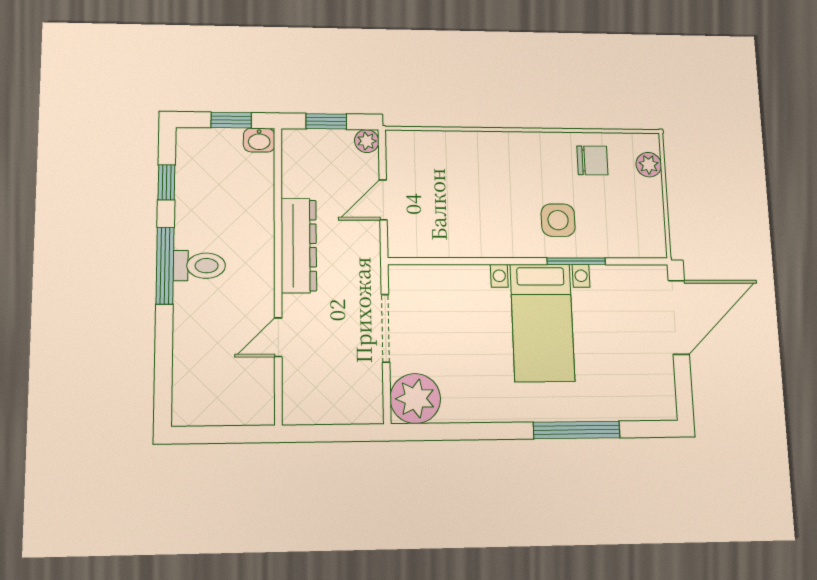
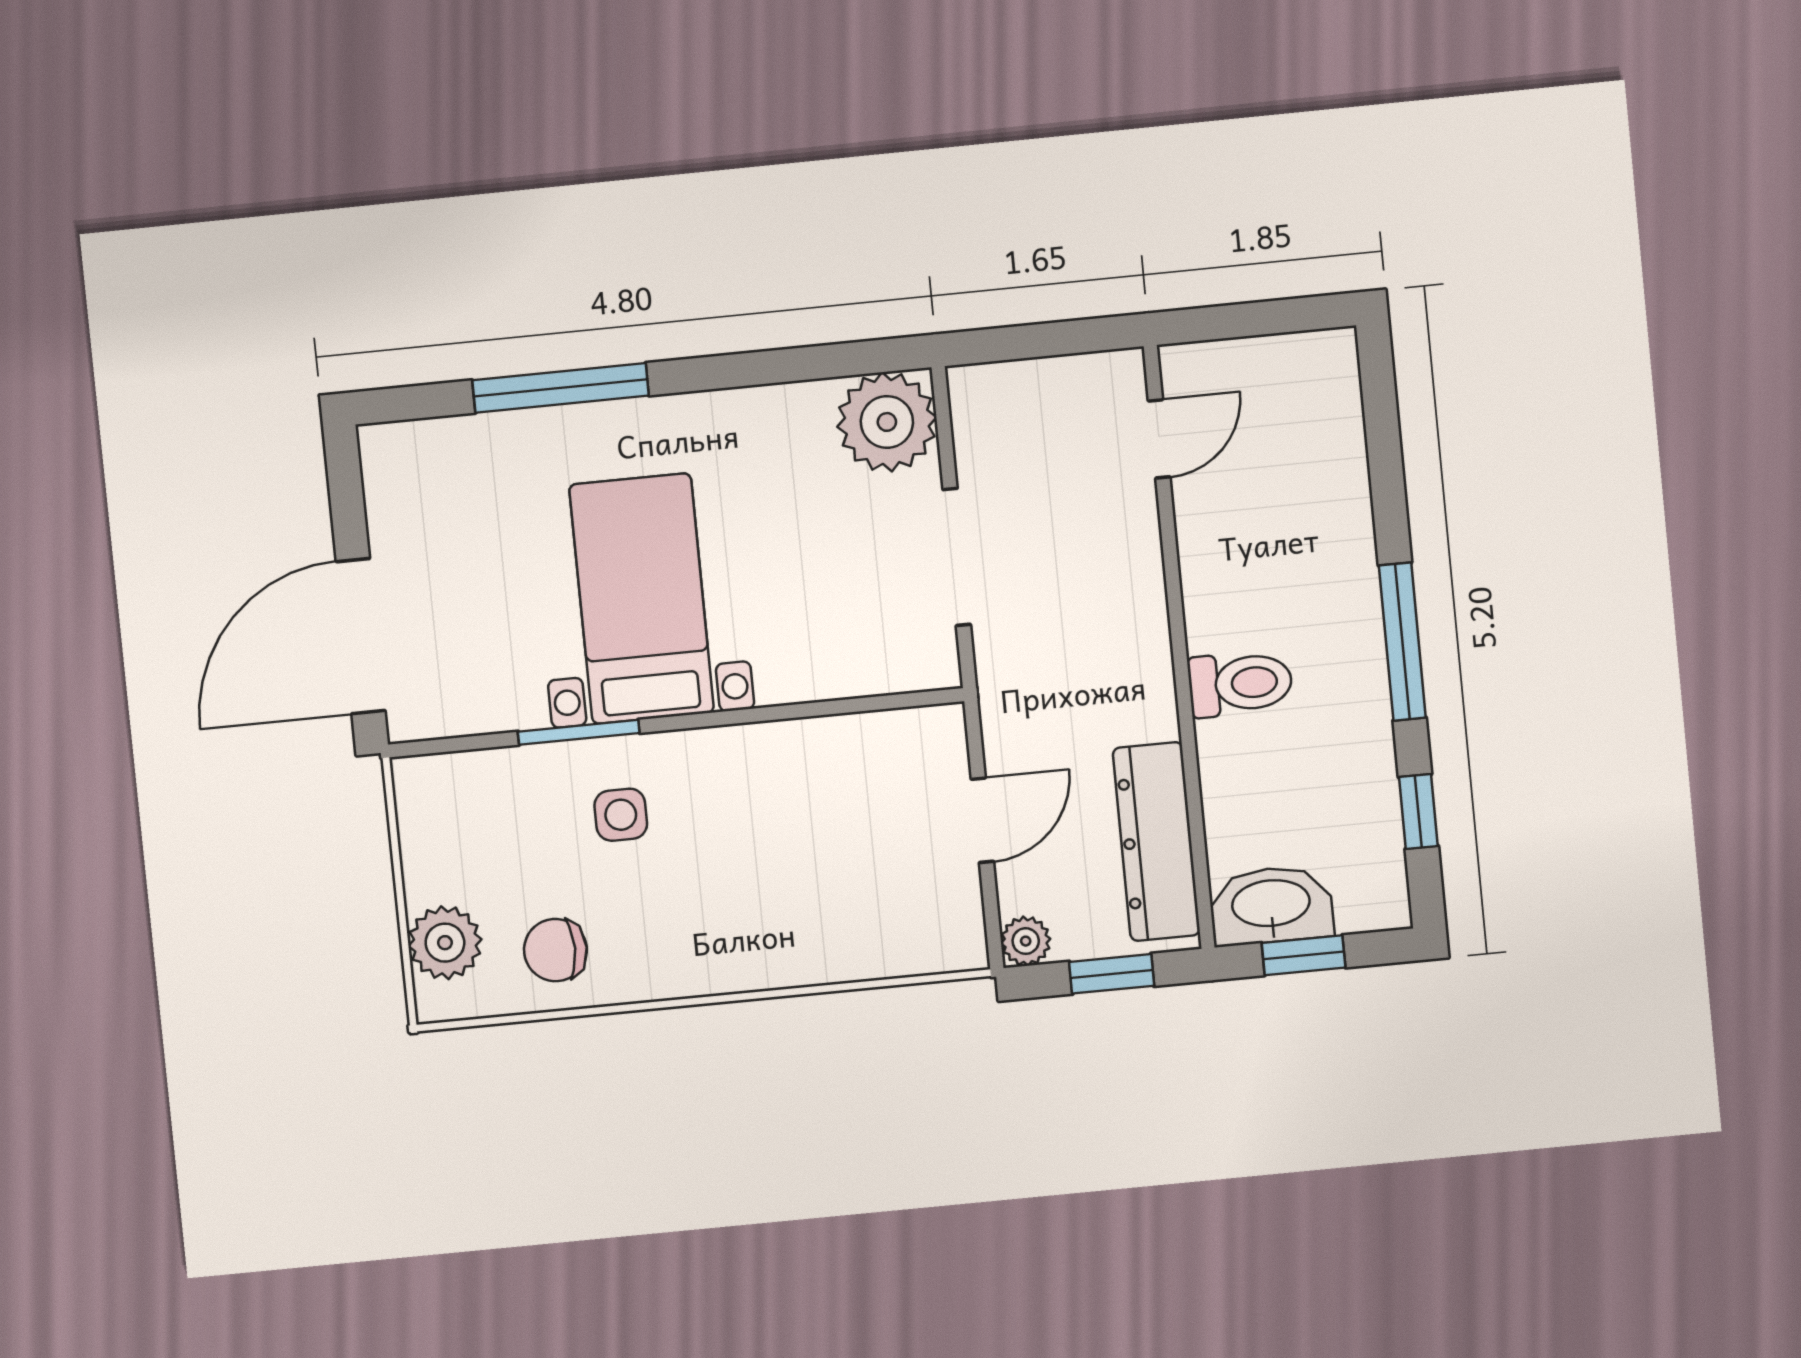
washbasin: (259, 140) -> (1271, 905), width x1.91, depth x1.45
plant: (649, 165) -> (445, 943), width x1.38, depth x1.38
side table: (558, 220) -> (621, 815), width x0.73, depth x0.73
dresser: (299, 245) -> (1156, 842), moved
toilet: (199, 266) -> (1240, 684), moved, turned 180
door: (278, 337) -> (1159, 439), moved

